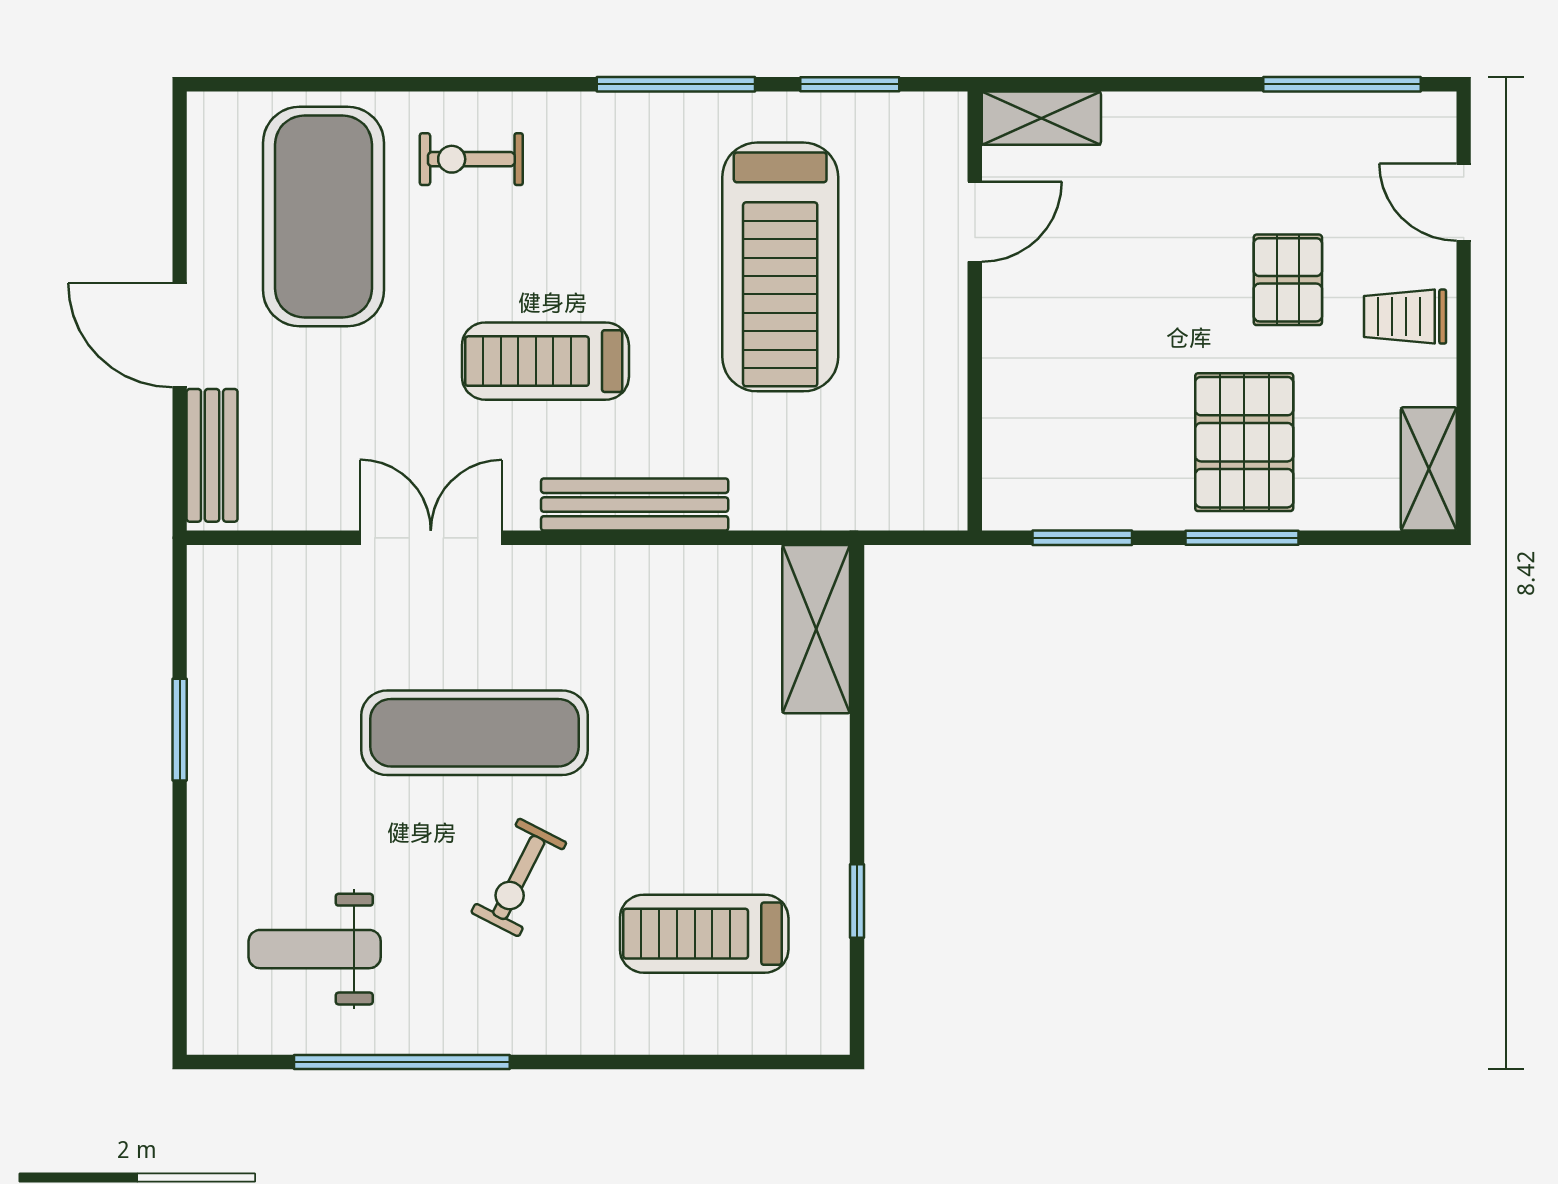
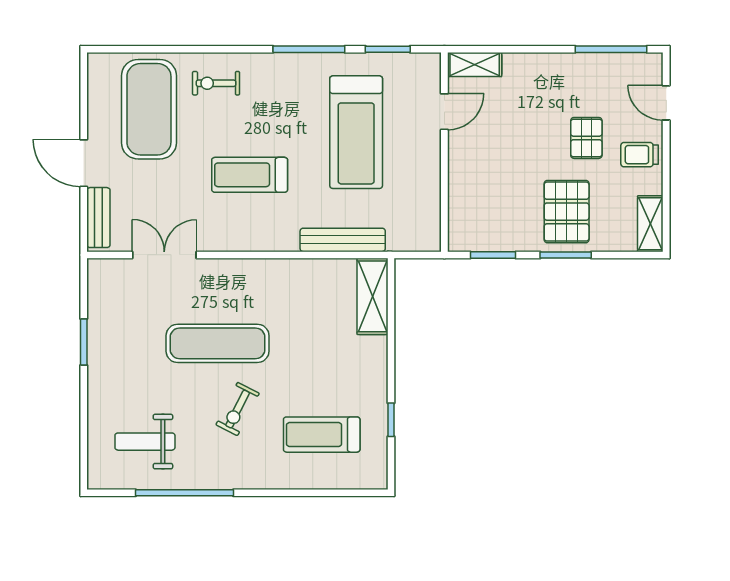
bench: (635, 505) -> (343, 240), moved
double door: (431, 538) -> (164, 255), moved

